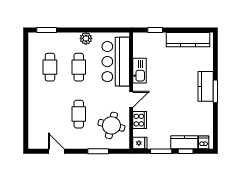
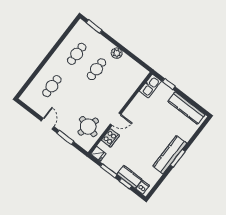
bar counter: (116, 62) -> (125, 85), removed
kitchen sink: (140, 71) -> (150, 86), moved
kitchen counter: (206, 86) -> (170, 155), width x1.50
cafe table: (79, 114) -> (52, 86), moved
door: (56, 151) -> (48, 124), moved

